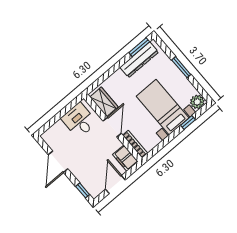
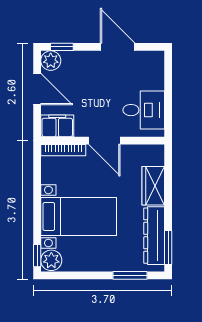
window: (181, 67) -> (130, 275), moved
wardrobe: (104, 102) -> (153, 186), moved, turned 90
window: (188, 123) -> (37, 256), moved
plant: (95, 190) -> (51, 61), added

